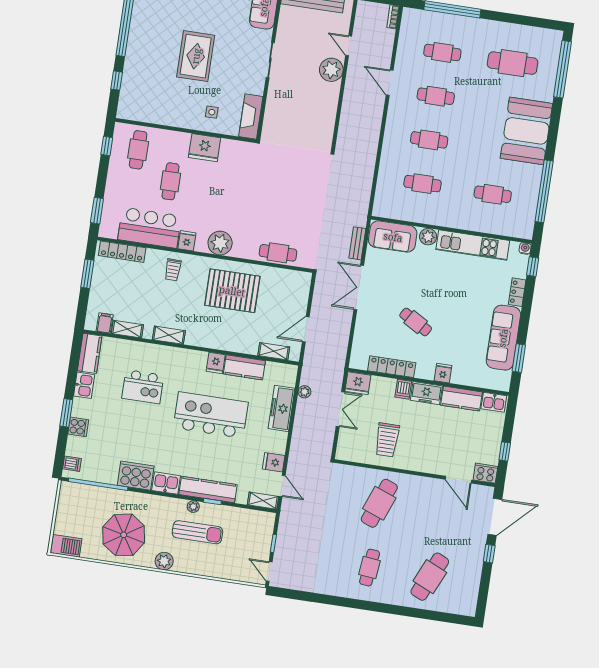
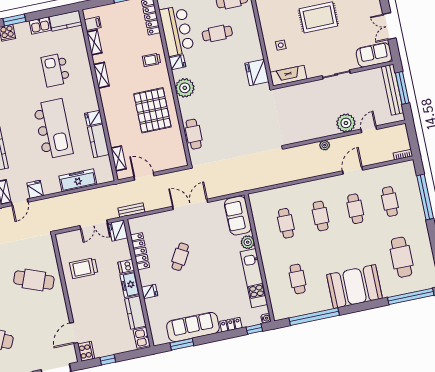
fridge: (205, 148) -> (257, 72), moved
bench: (357, 243) -> (131, 210), moved
plant: (305, 392) -> (325, 145), moved

